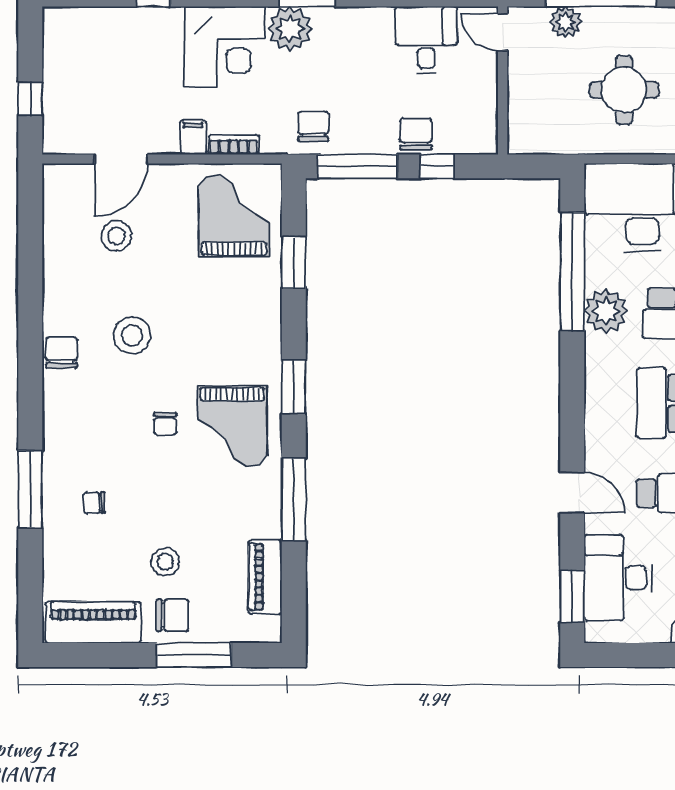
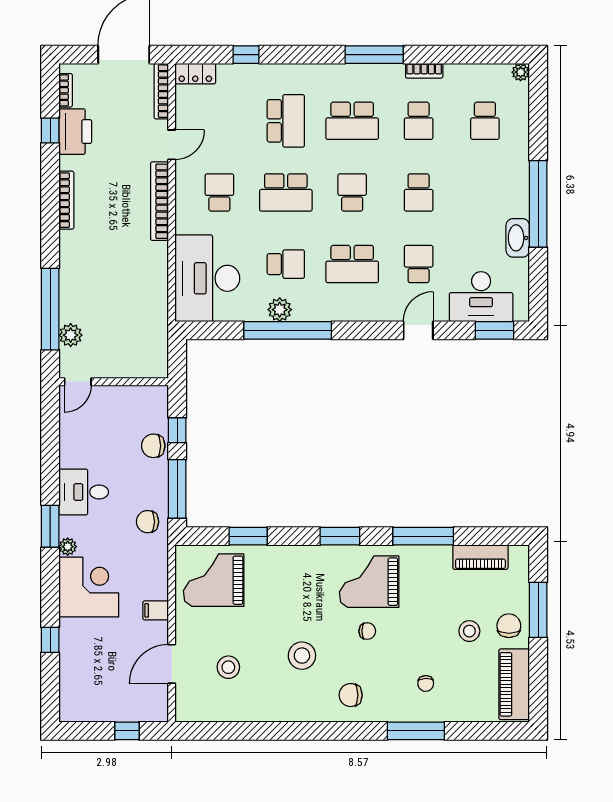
plant: (290, 29) -> (68, 547), width x0.53, depth x0.53
desk: (426, 40) -> (84, 492), moved
round table: (624, 90) -> (121, 292), removed
bookcase: (234, 145) -> (161, 581), removed
door: (121, 159) -> (172, 664), swing flipped
window: (572, 272) -> (288, 330), moved
plant: (606, 311) -> (280, 310), width x0.73, depth x0.73
chair: (62, 352) -> (351, 695), moved
grand piano: (232, 426) -> (369, 582), turned 180

